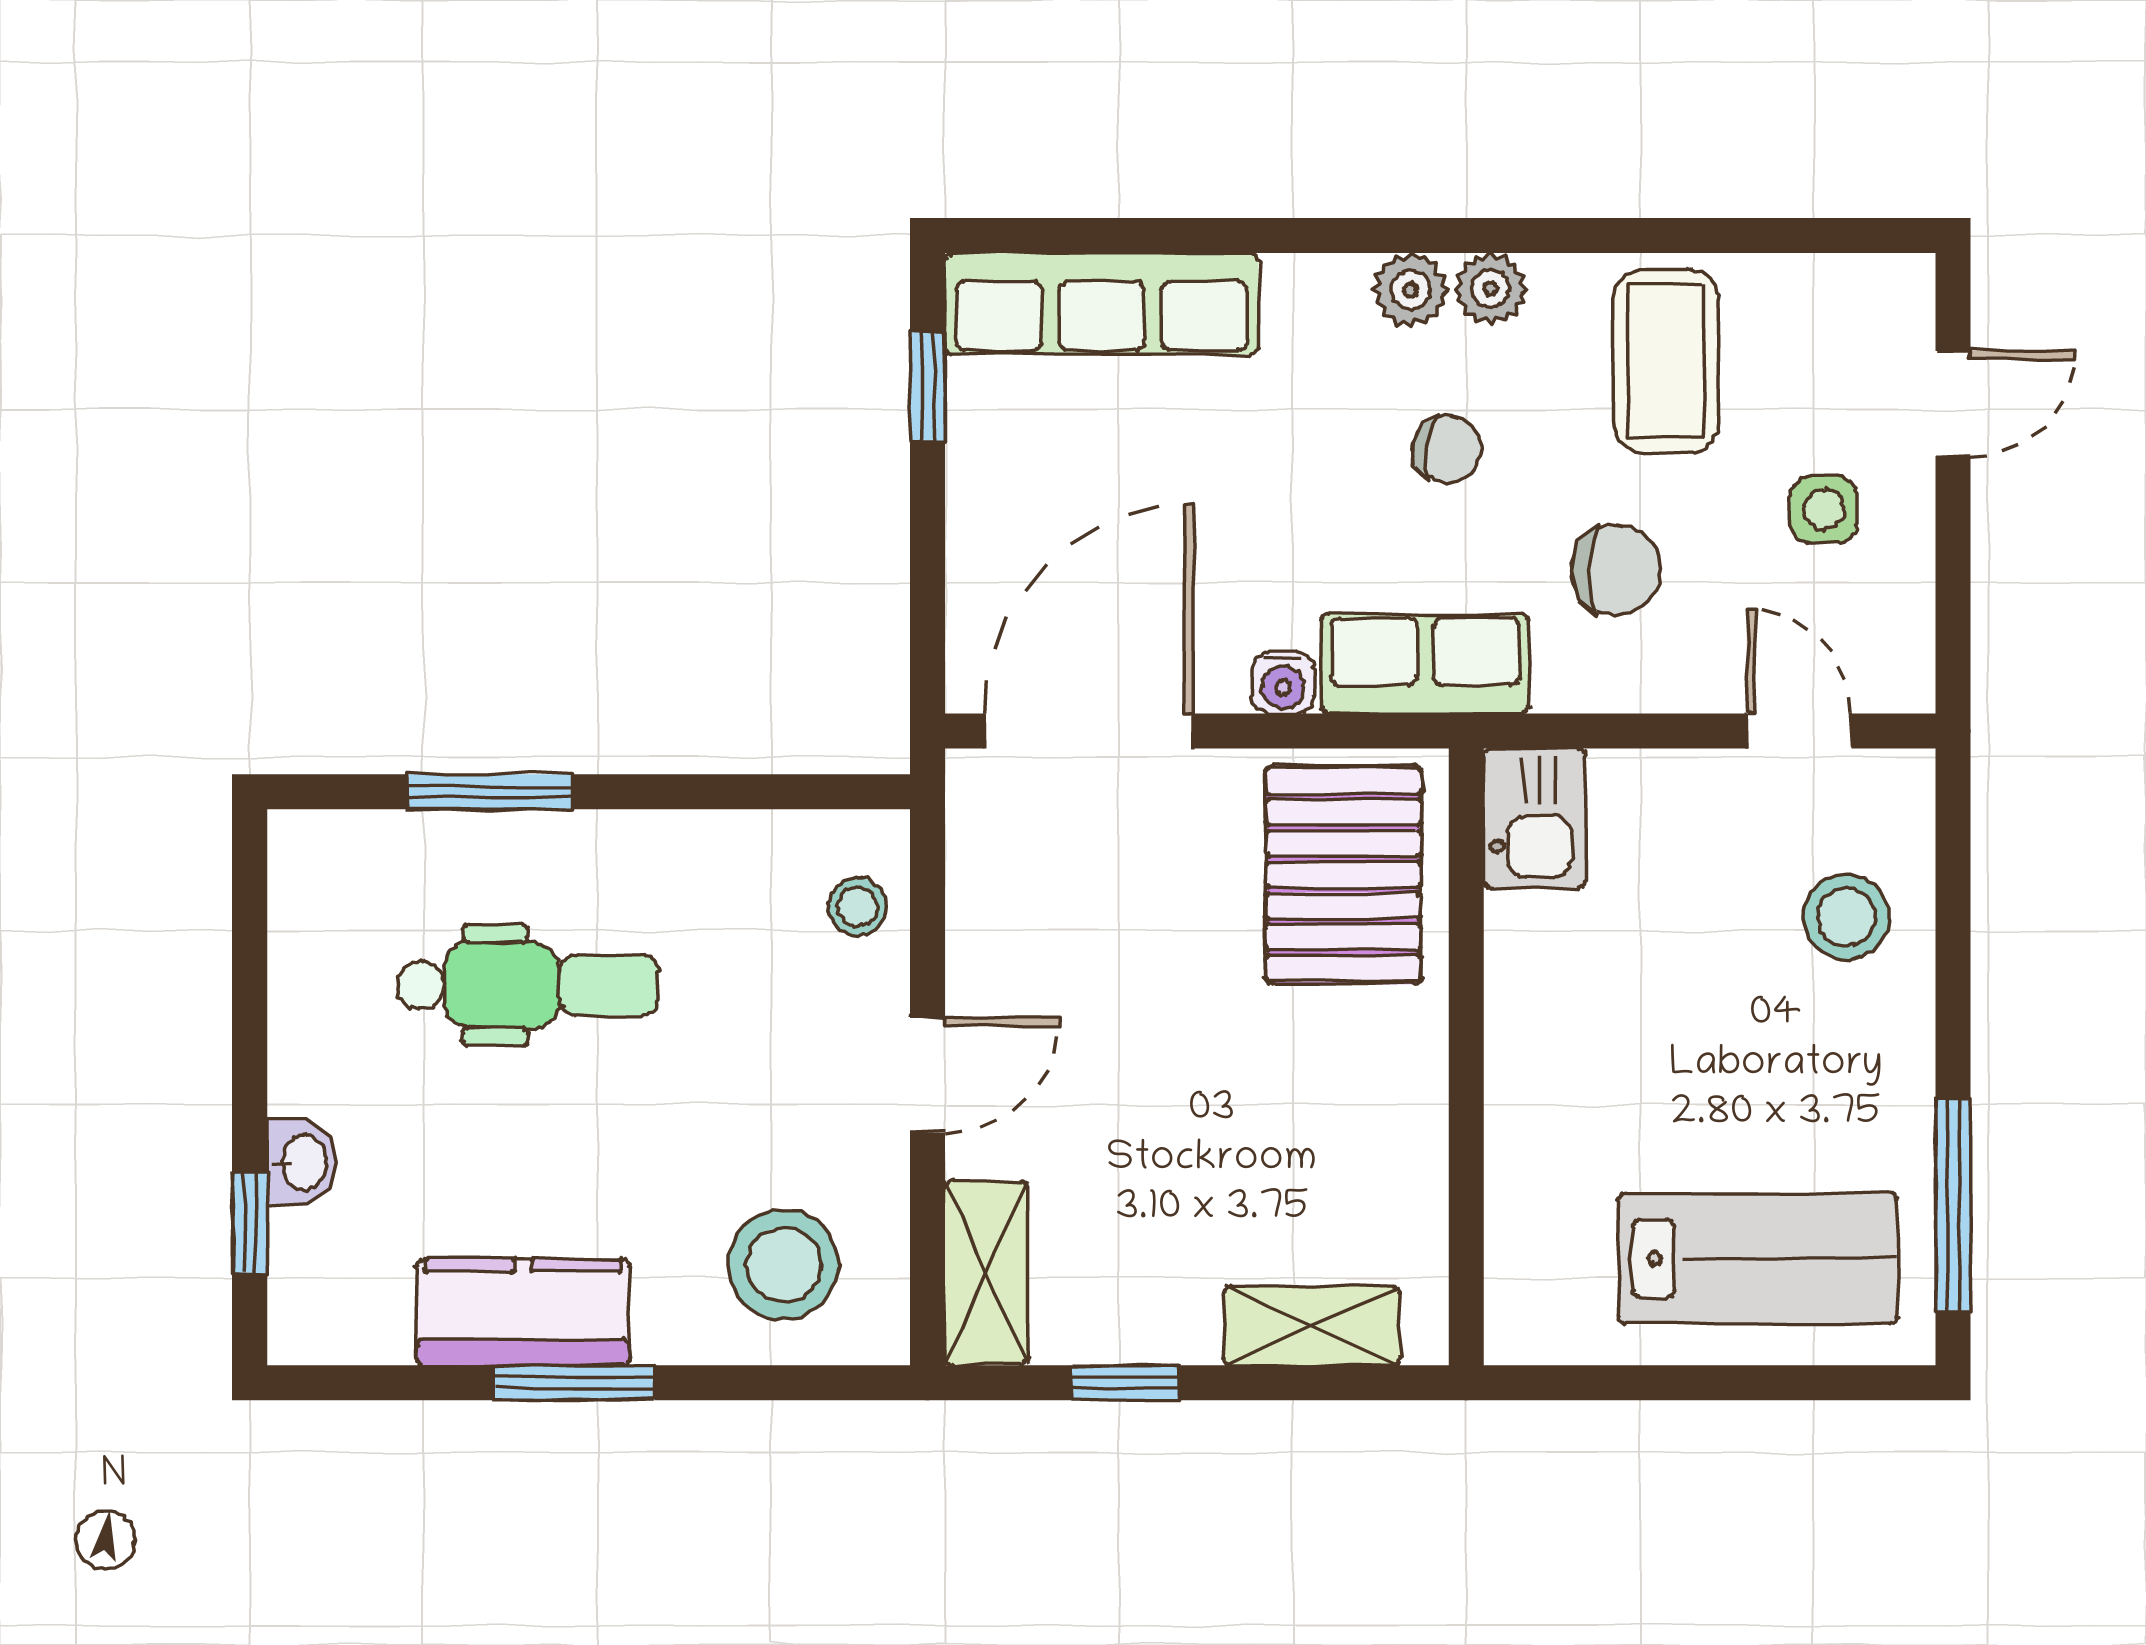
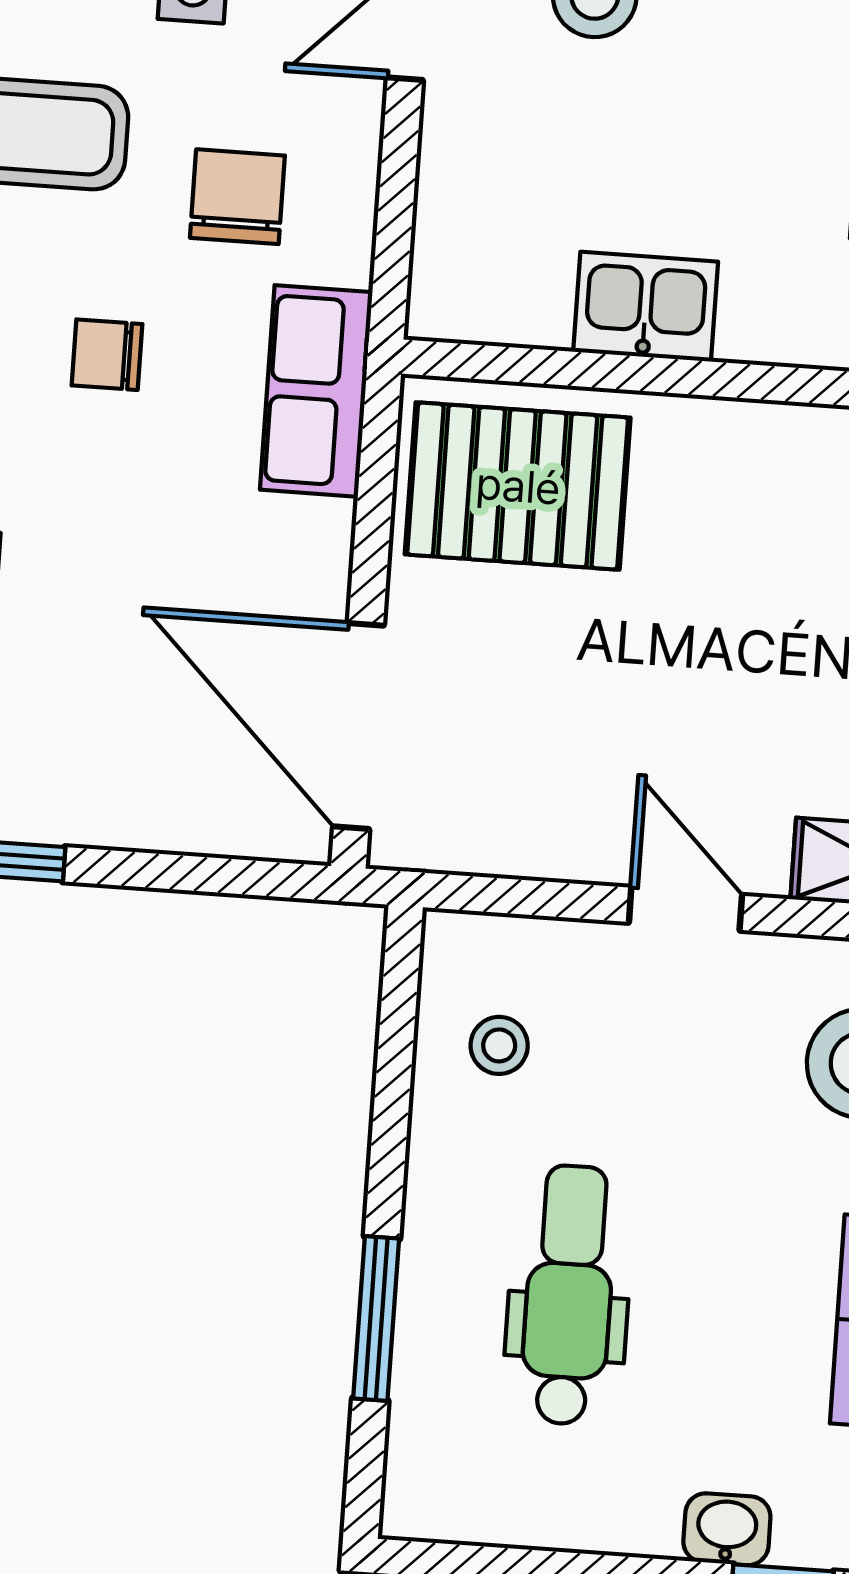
chair: (1447, 449) -> (107, 355), turned -99
water cooler: (1283, 682) -> (325, 532), removed
kitchen sink: (1535, 818) -> (646, 307), moved
stool: (858, 907) -> (499, 1045), moved

